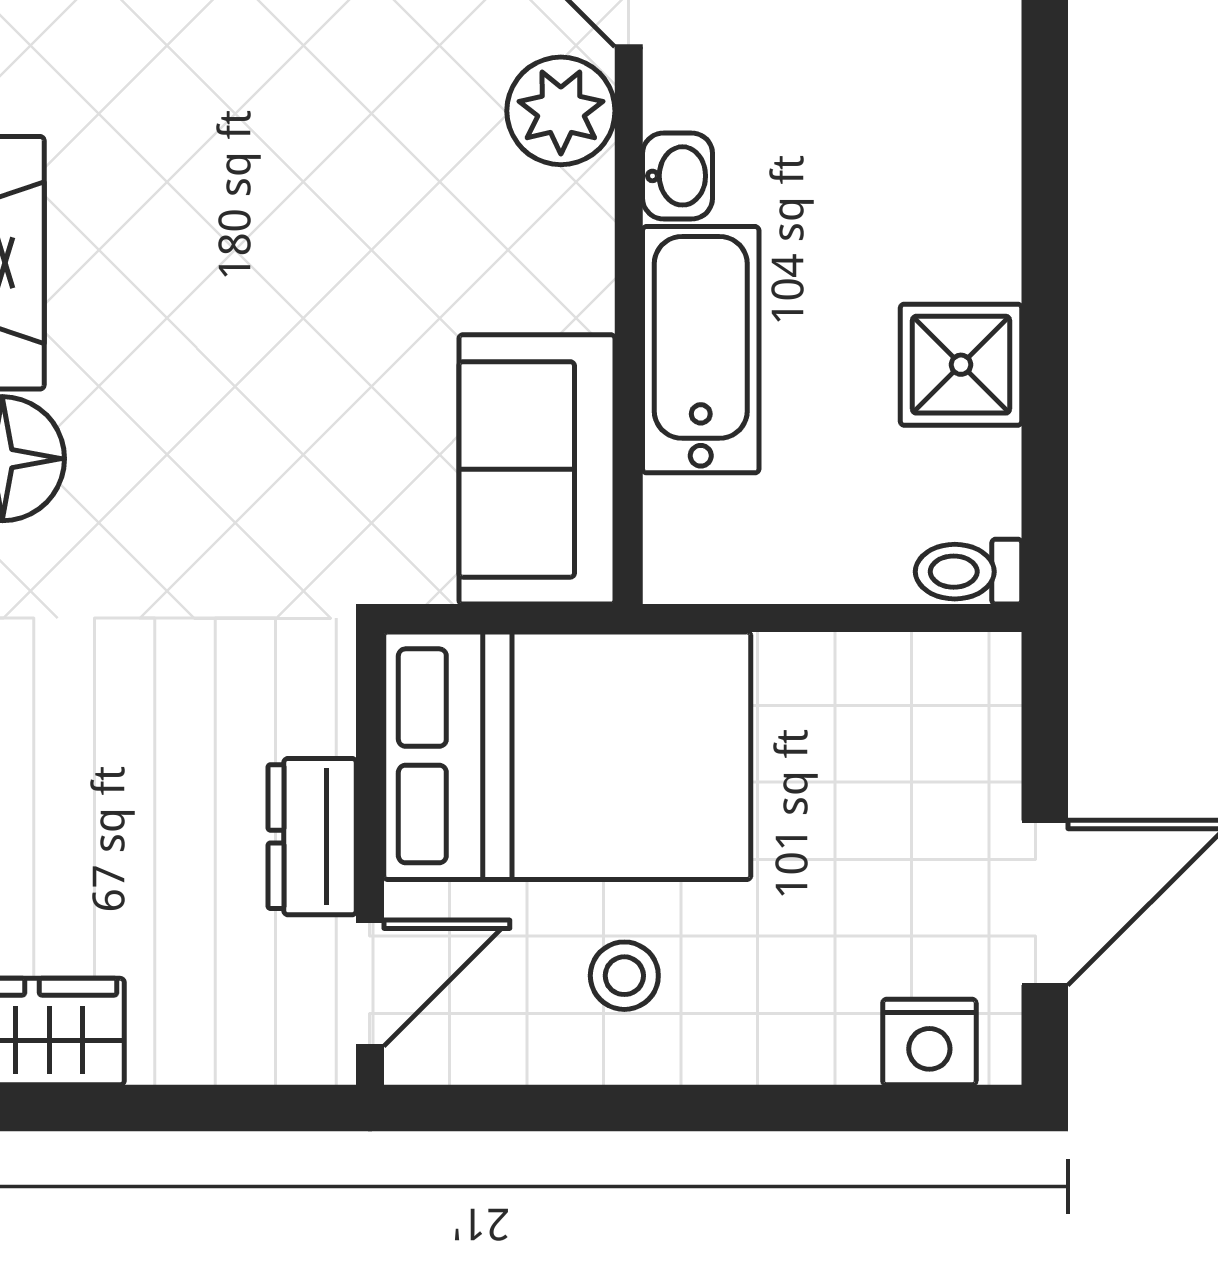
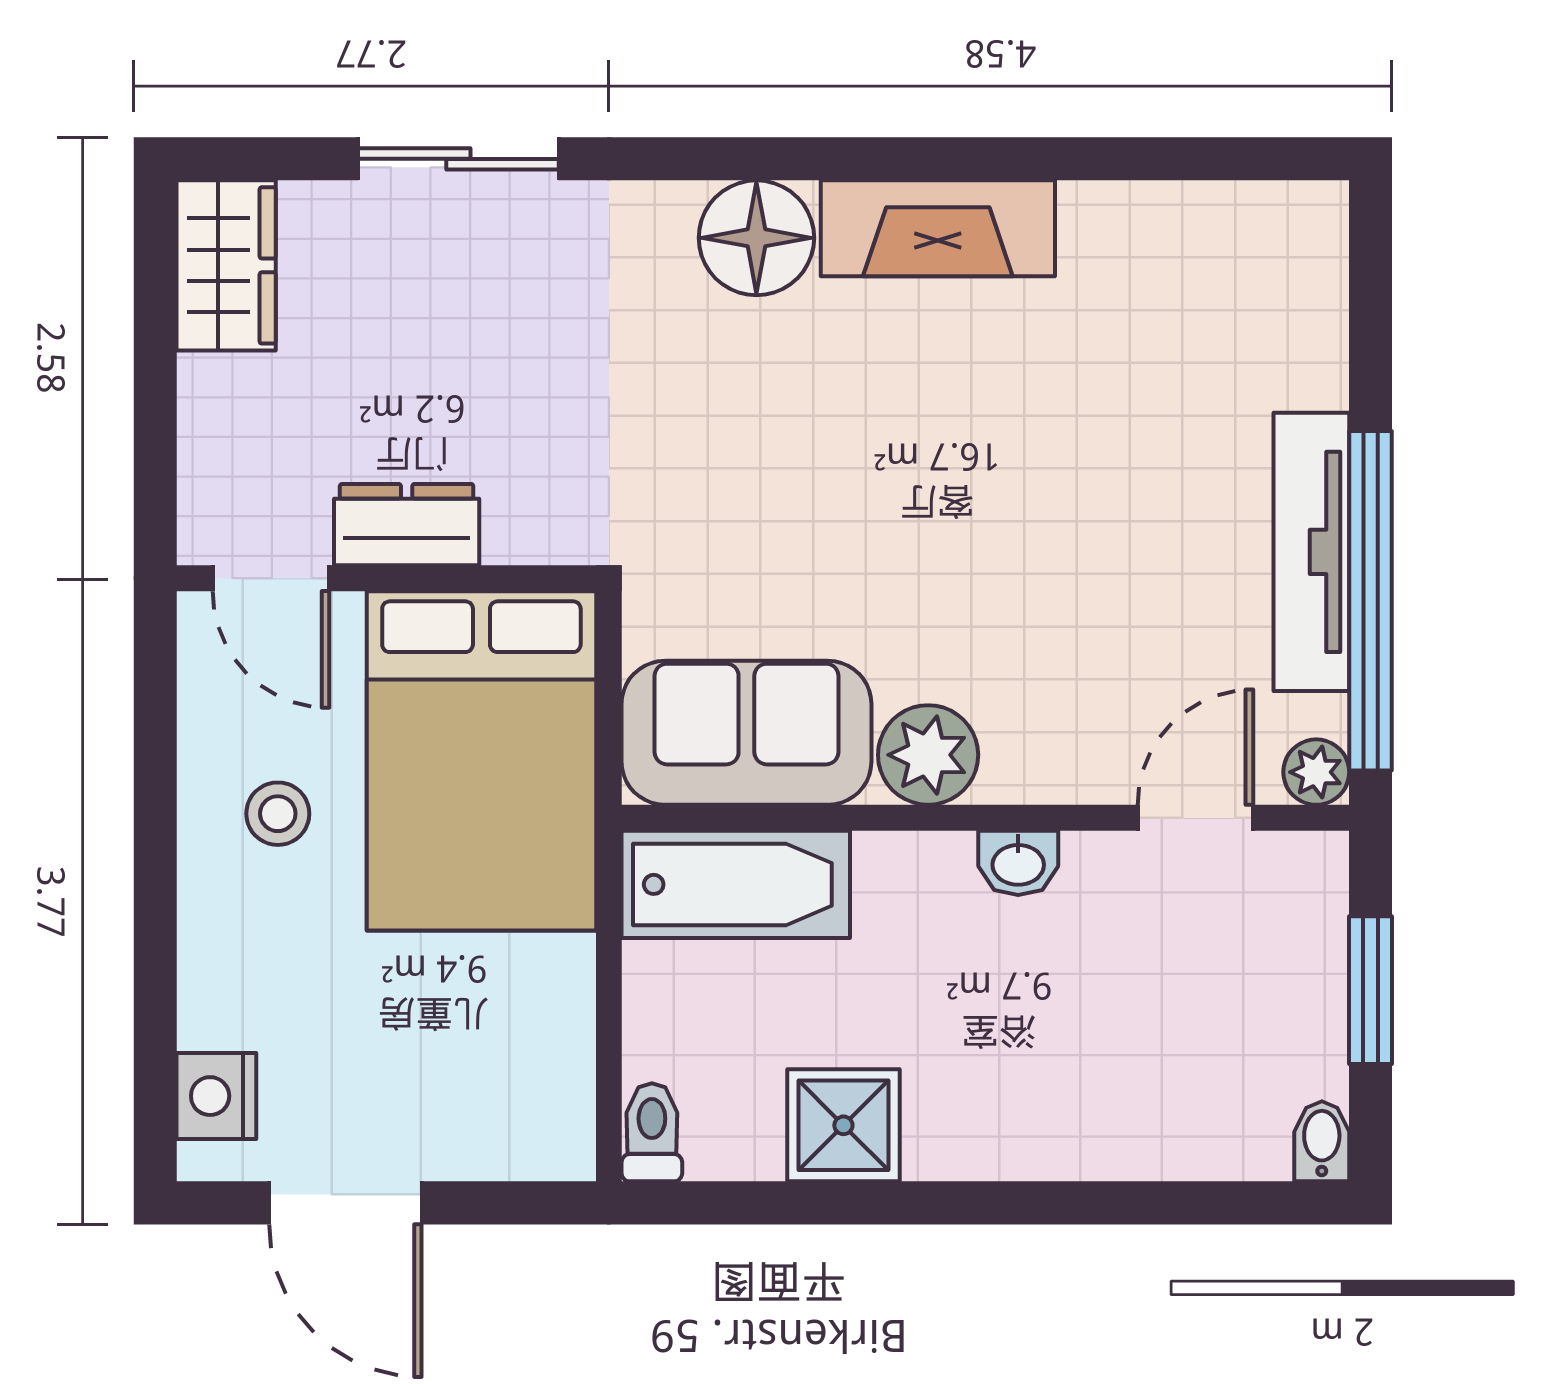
plant: (561, 111) -> (928, 755), moved
bathtub: (701, 350) -> (736, 884), moved

